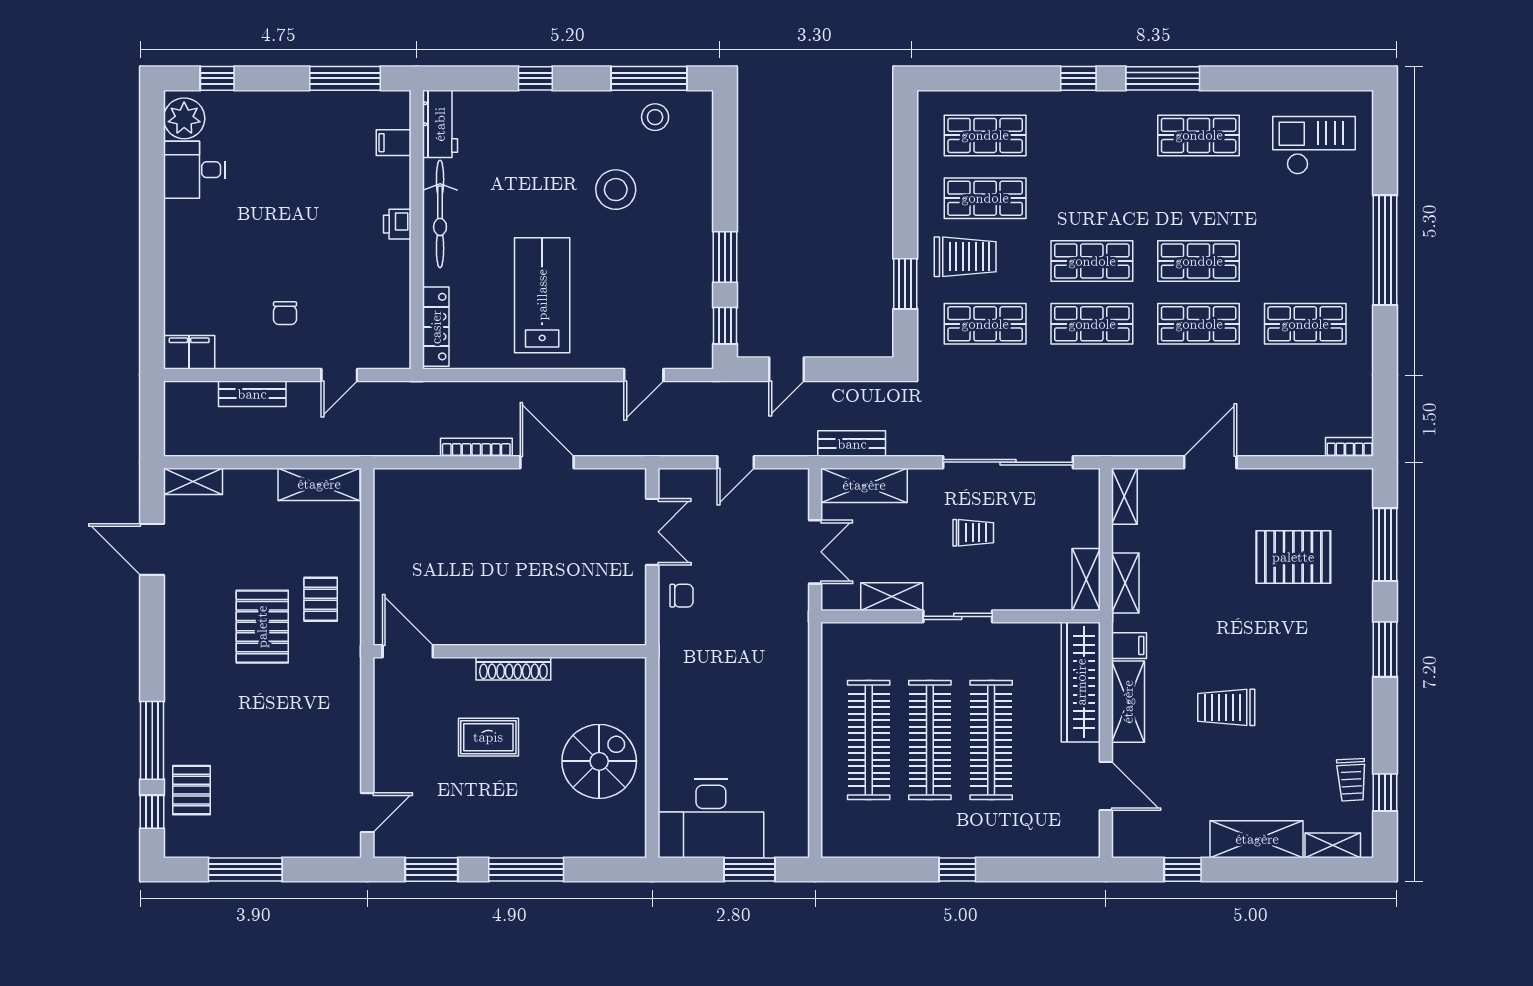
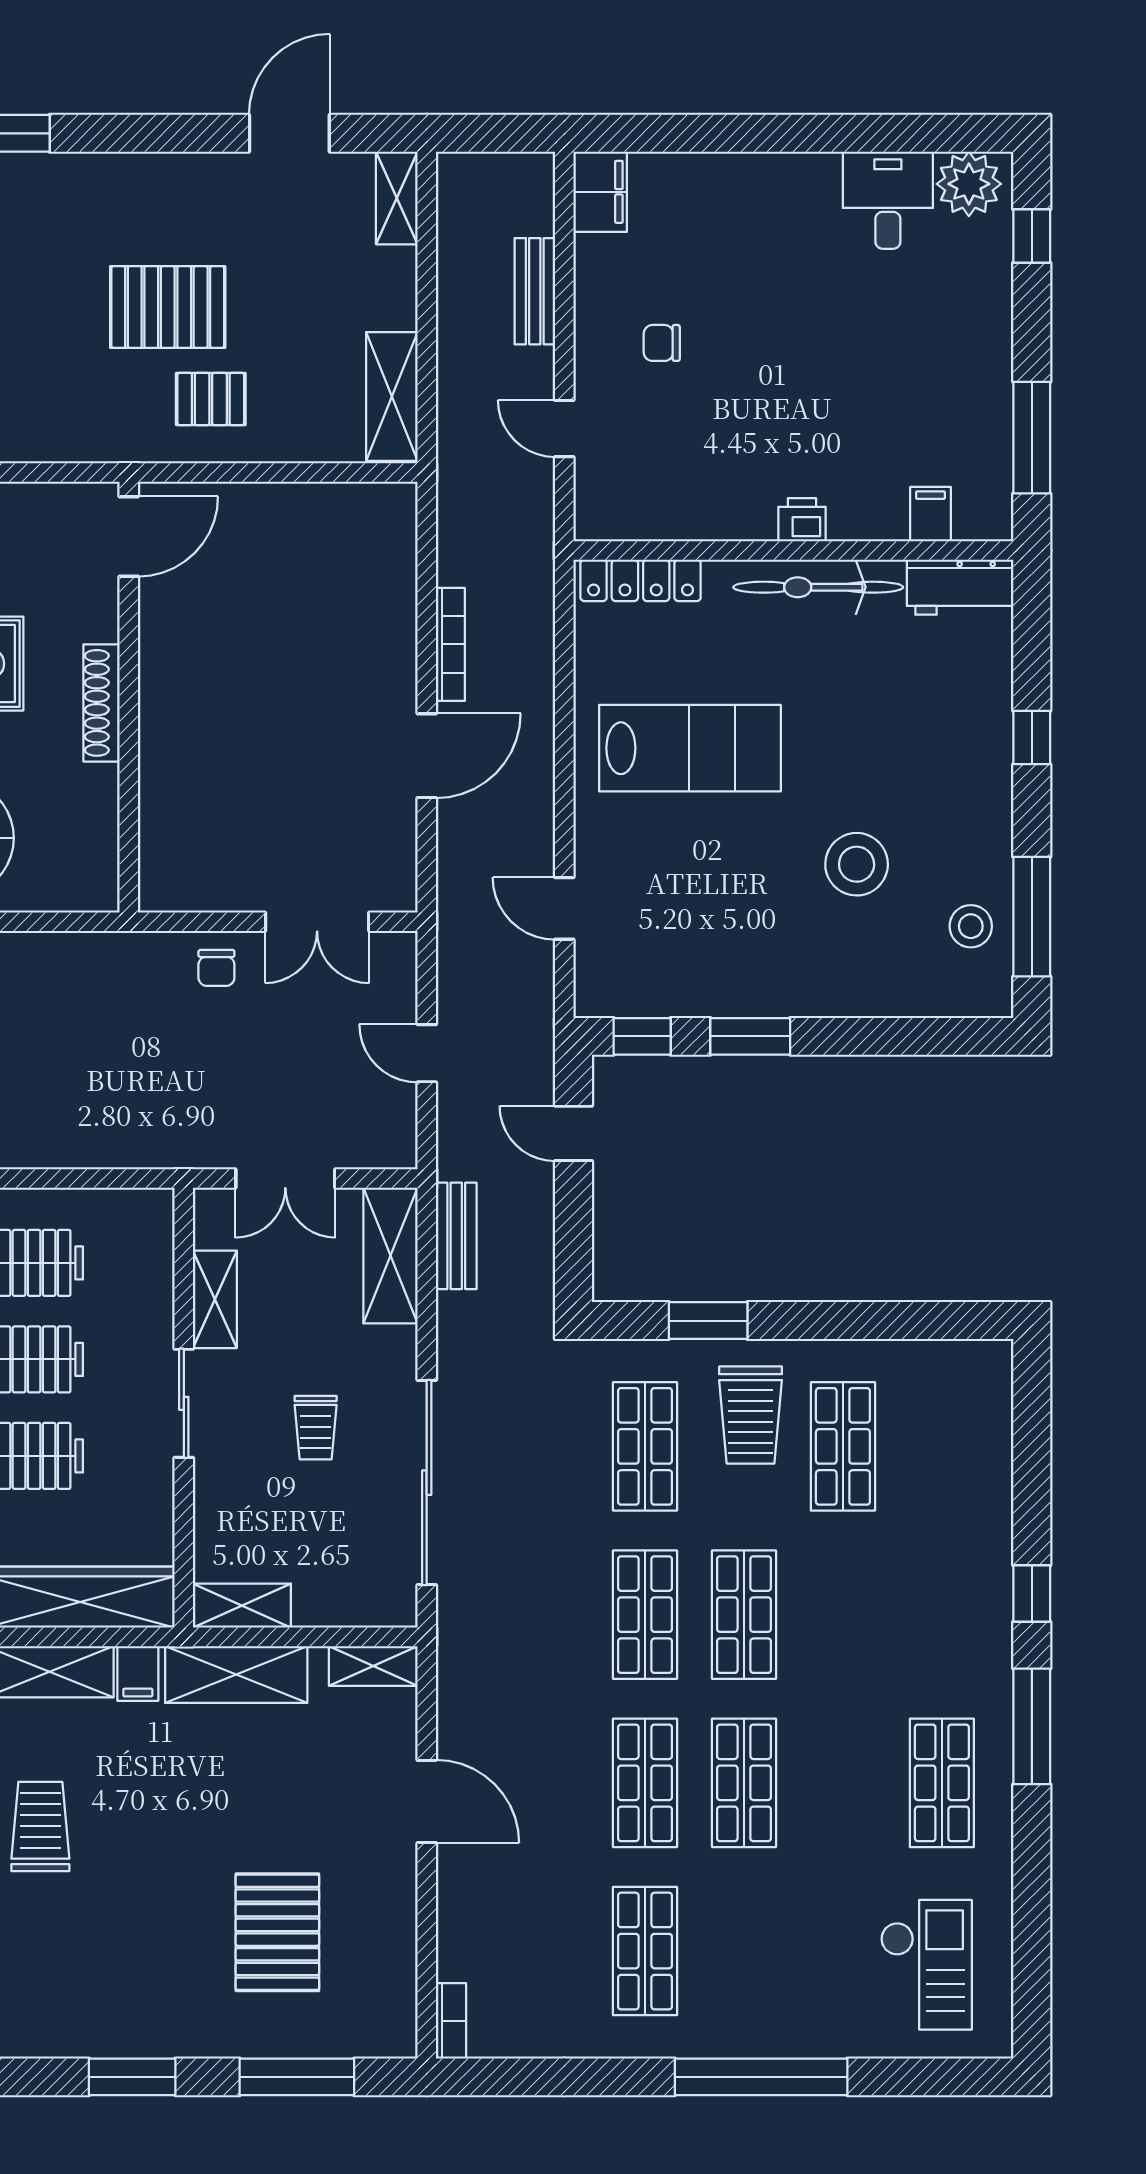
shop shelf: (985, 135) -> (942, 1446), removed
shelving: (1125, 583) -> (236, 1674), width x1.50, depth x1.33

